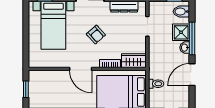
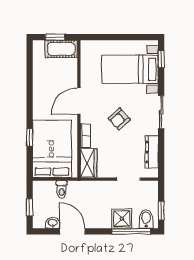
window: (192, 39) -> (131, 231), moved
washbasin: (185, 48) -> (53, 223), moved
cot: (36, 84) -> (61, 49), added

